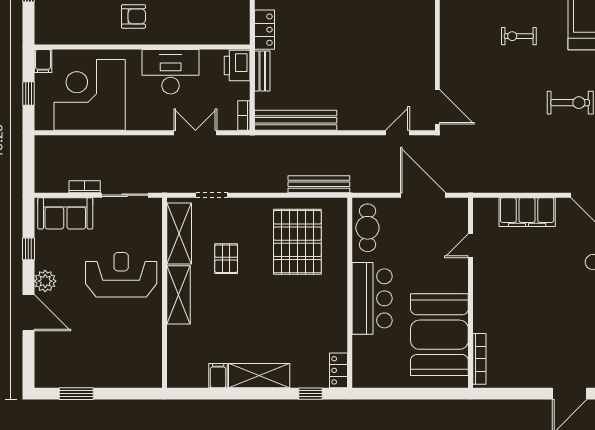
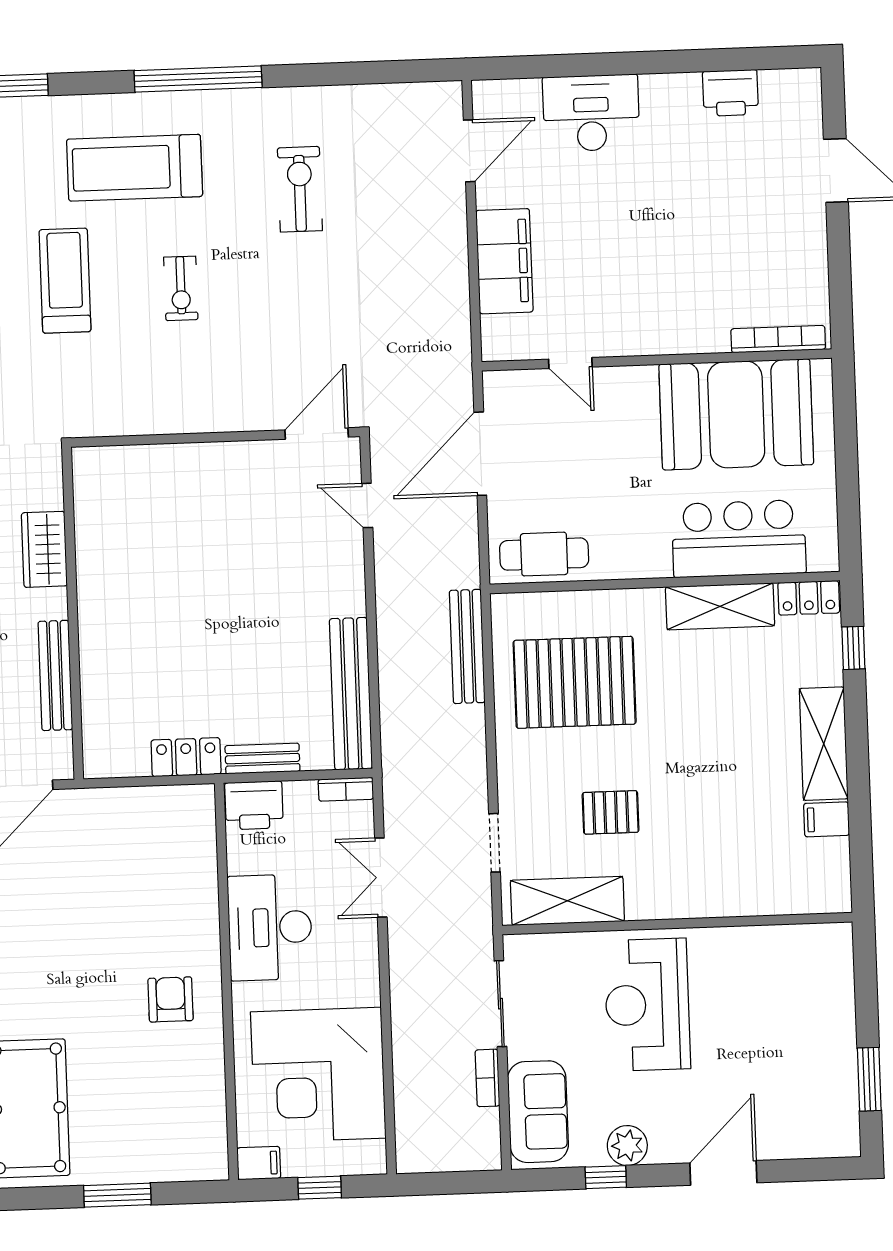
plant: (45, 281) -> (627, 1146), moved
shelving: (179, 295) -> (720, 606), moved
bar counter: (372, 298) -> (739, 539), moved

